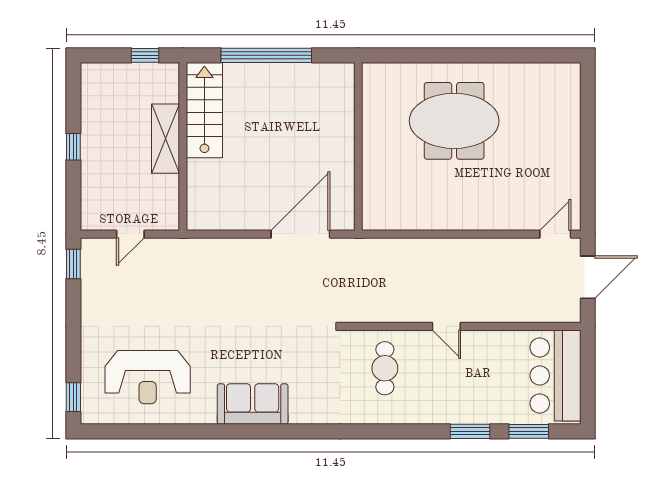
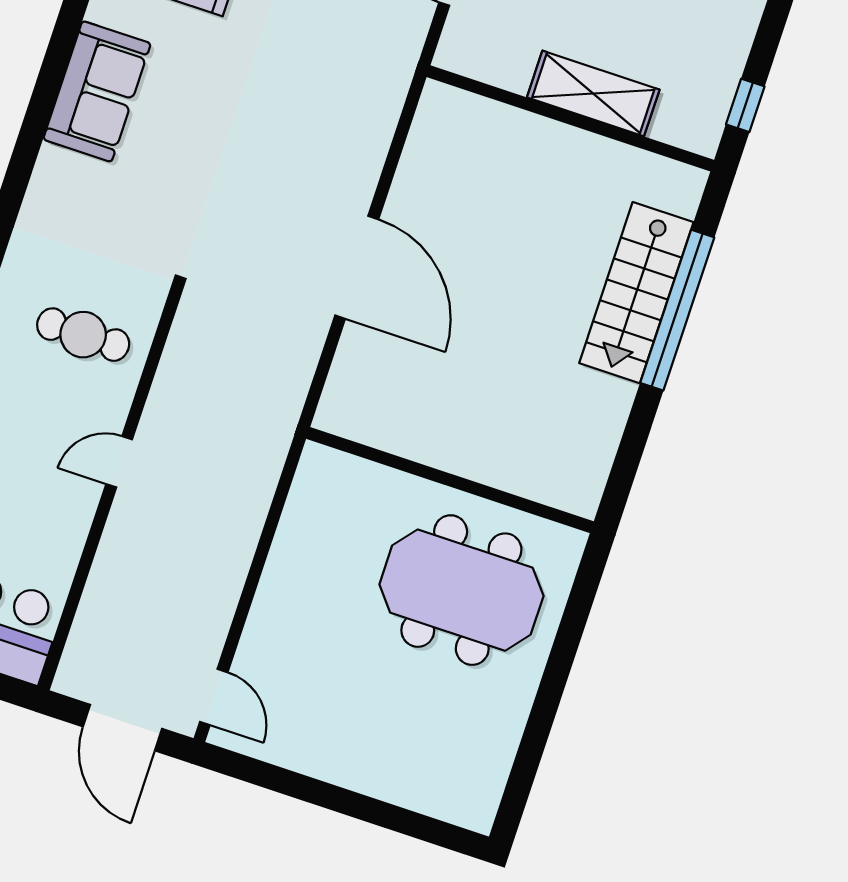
stairs: (204, 110) -> (636, 293), moved, turned 90
meeting table: (454, 121) -> (461, 590), turned 90
wall: (358, 146) -> (450, 480), moved

